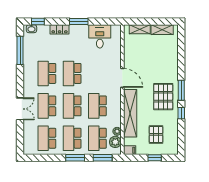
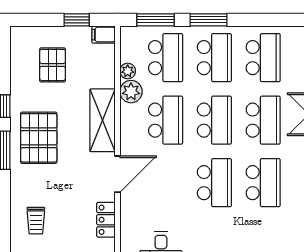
locker: (128, 54) -> (106, 220), added
trolley: (165, 54) -> (36, 221), added
door: (122, 78) -> (117, 174), swing flipped
shelving: (130, 113) -> (102, 120), width x0.68
plant: (115, 142) -> (131, 92), moved
window: (155, 158) -> (77, 20), moved

